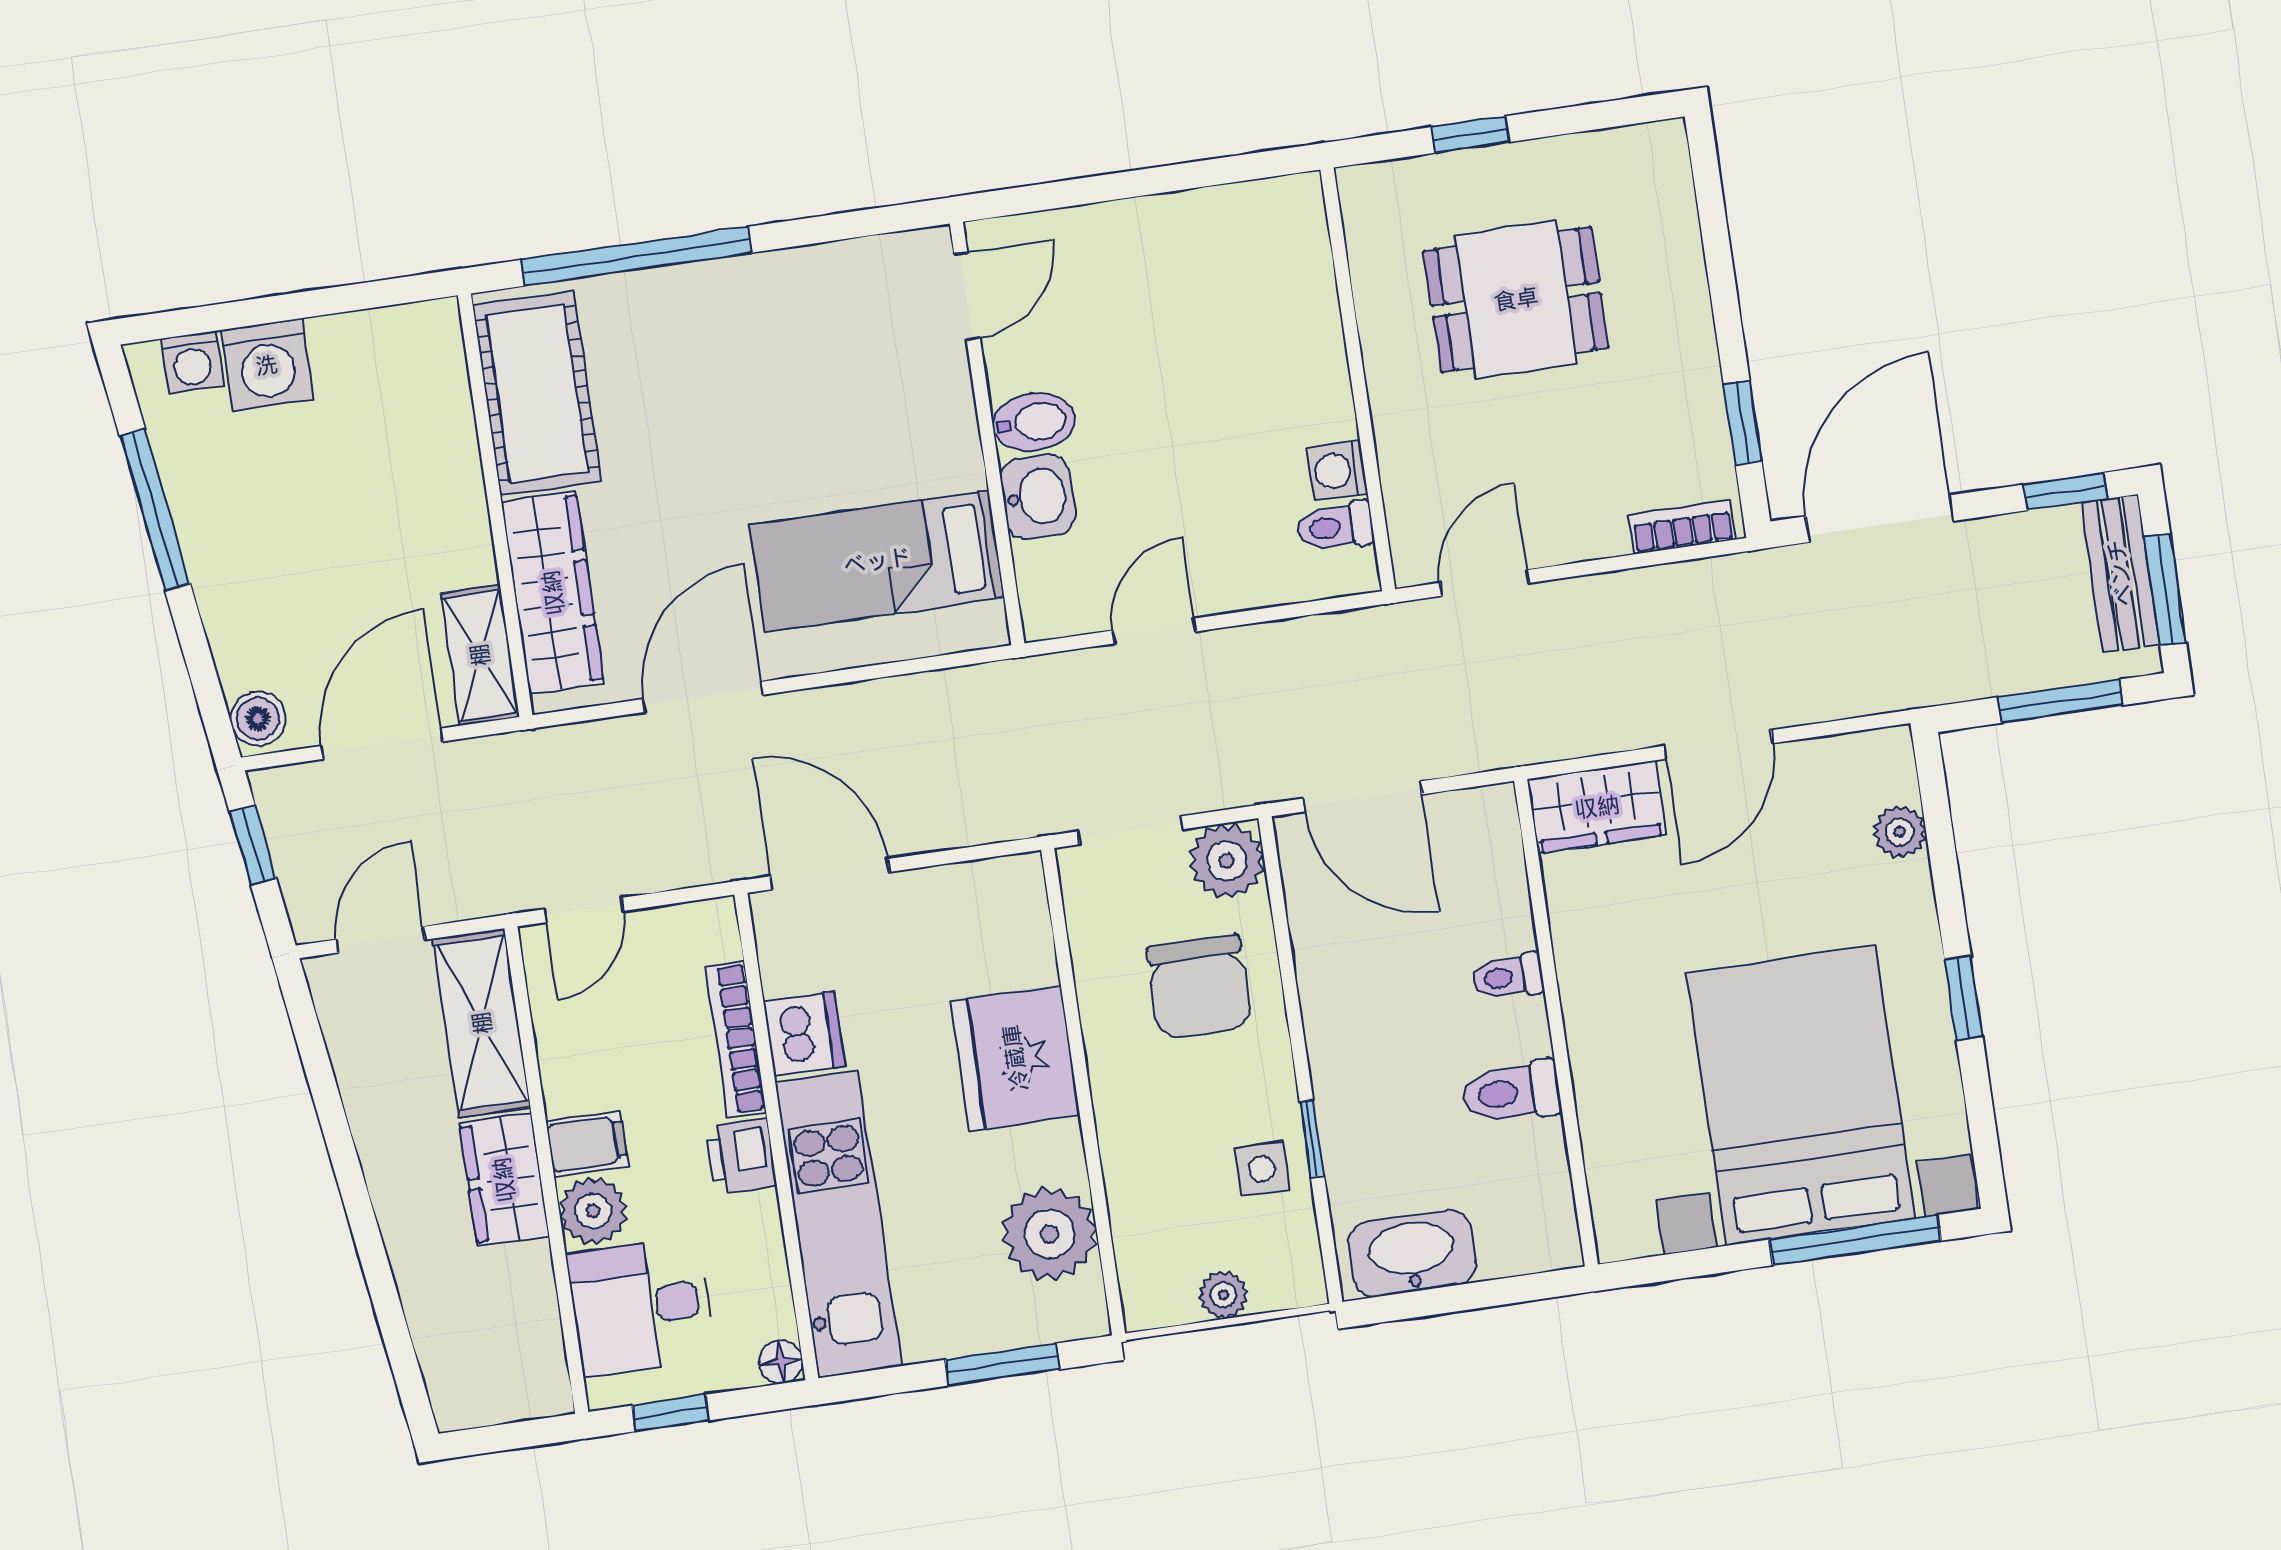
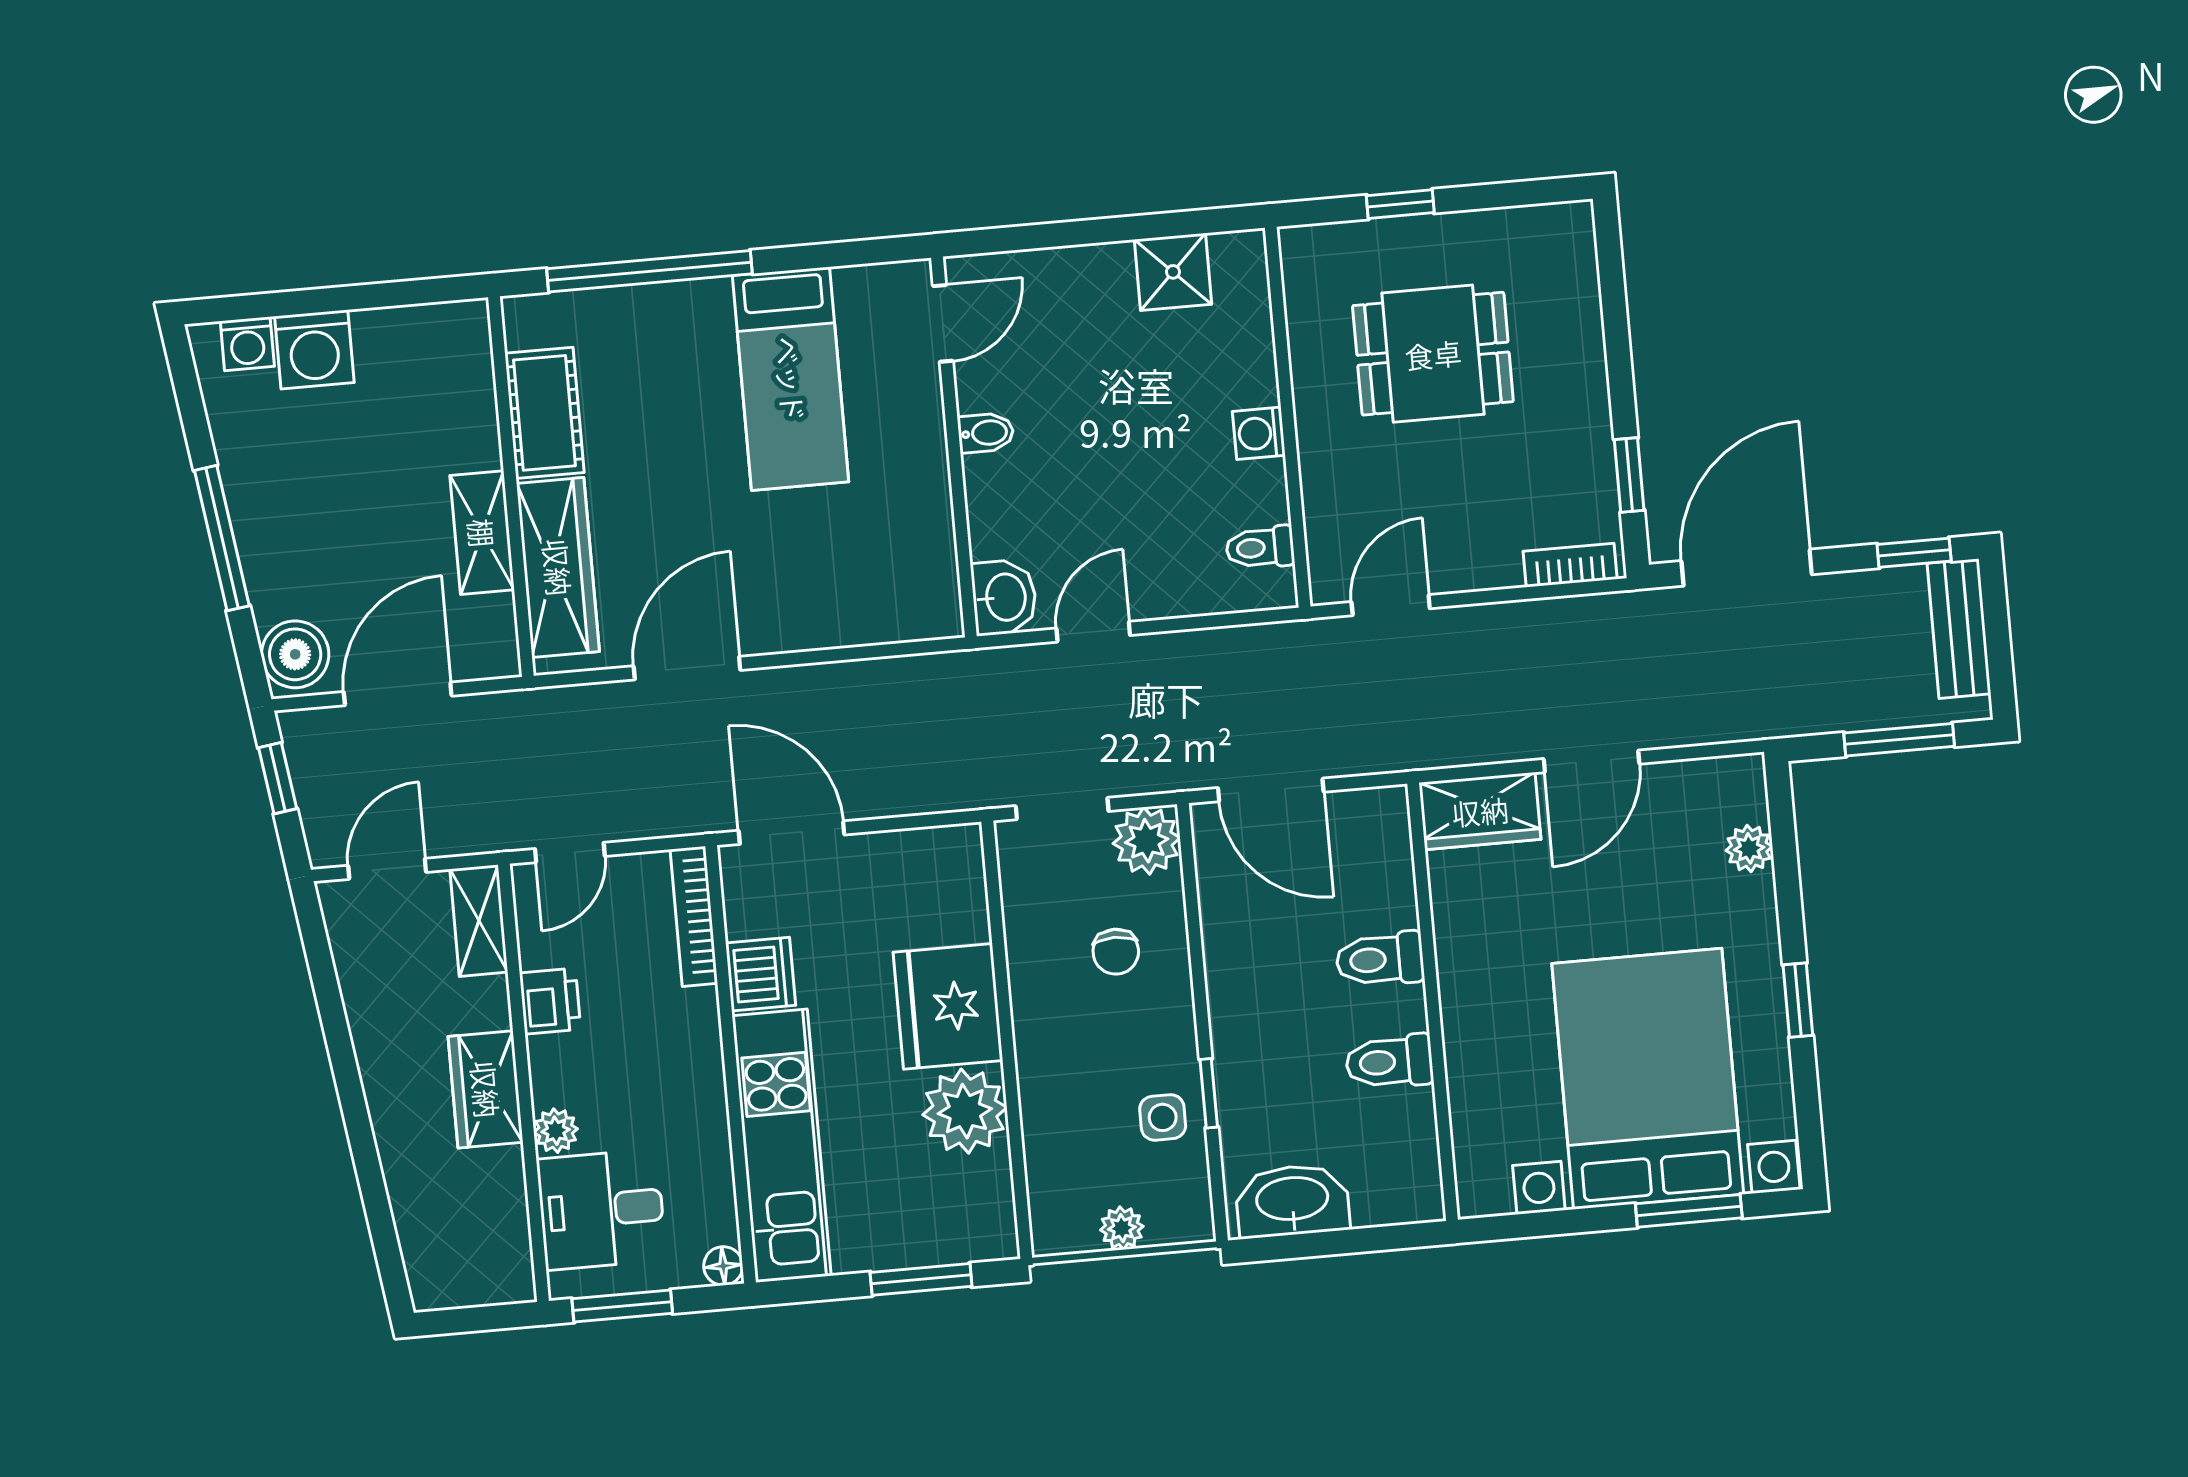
shower: (1221, 224) -> (1173, 272), added
cot: (537, 393) -> (544, 413), width x0.73, depth x0.75
bidet: (1034, 422) -> (986, 433), width x0.72, depth x0.74
washing machine: (1337, 470) -> (1259, 433), moved
washbasin: (1038, 497) -> (1004, 597), moved
window: (155, 510) -> (222, 538), moved
bed: (877, 561) -> (791, 379), moved, turned -90
window: (2165, 590) -> (1998, 645), removed
shelving: (480, 655) -> (482, 533), moved
boiler: (258, 718) -> (295, 654), width x1.36, depth x1.36
toilet: (1508, 977) -> (1380, 959), width x1.37, depth x1.39
chair: (1199, 987) -> (1116, 952), width x0.54, depth x0.54
shelving: (482, 1023) -> (479, 921), width x0.67, depth x0.75
bookcase: (736, 1039) -> (694, 916), moved
filing cabinet: (587, 1144) -> (561, 1061), removed
printer: (741, 1156) -> (550, 1001), moved, turned 180
plant: (593, 1211) -> (556, 1131), width x0.73, depth x0.73
plant: (1049, 1234) -> (965, 1111), moved
window: (1855, 1240) -> (1689, 1211), width x0.69
window: (671, 1413) -> (622, 1306), width x1.50

